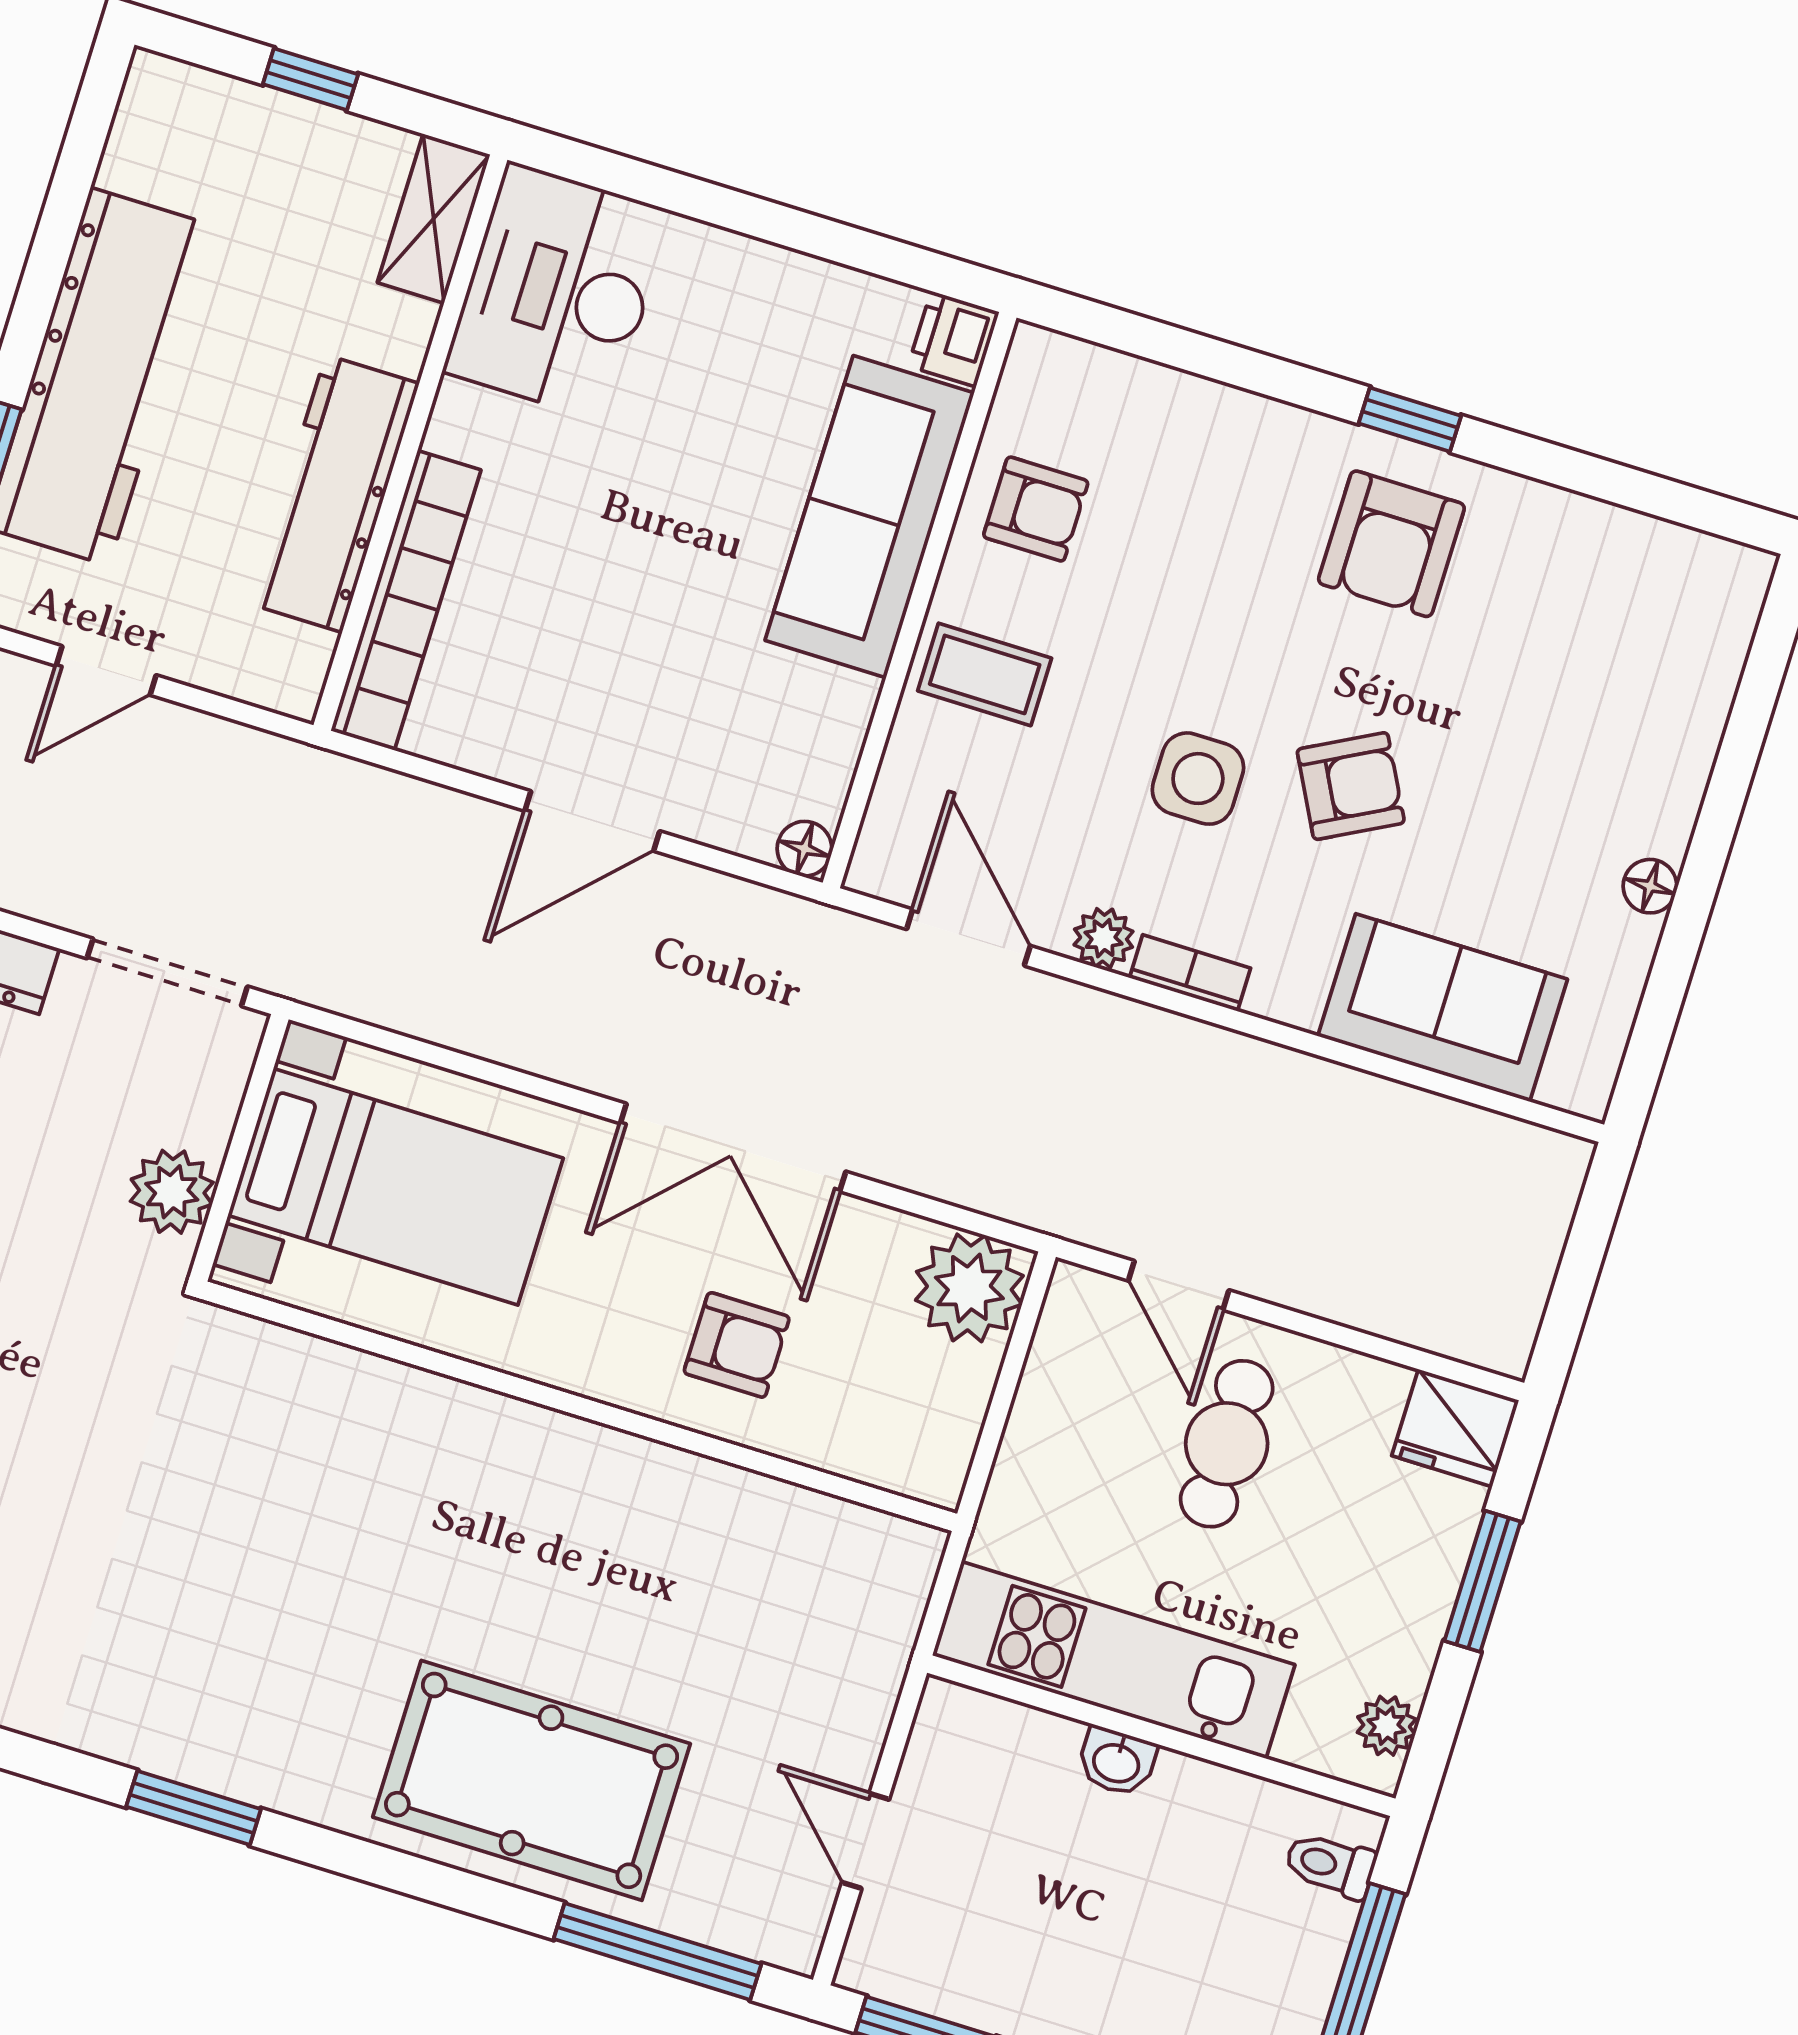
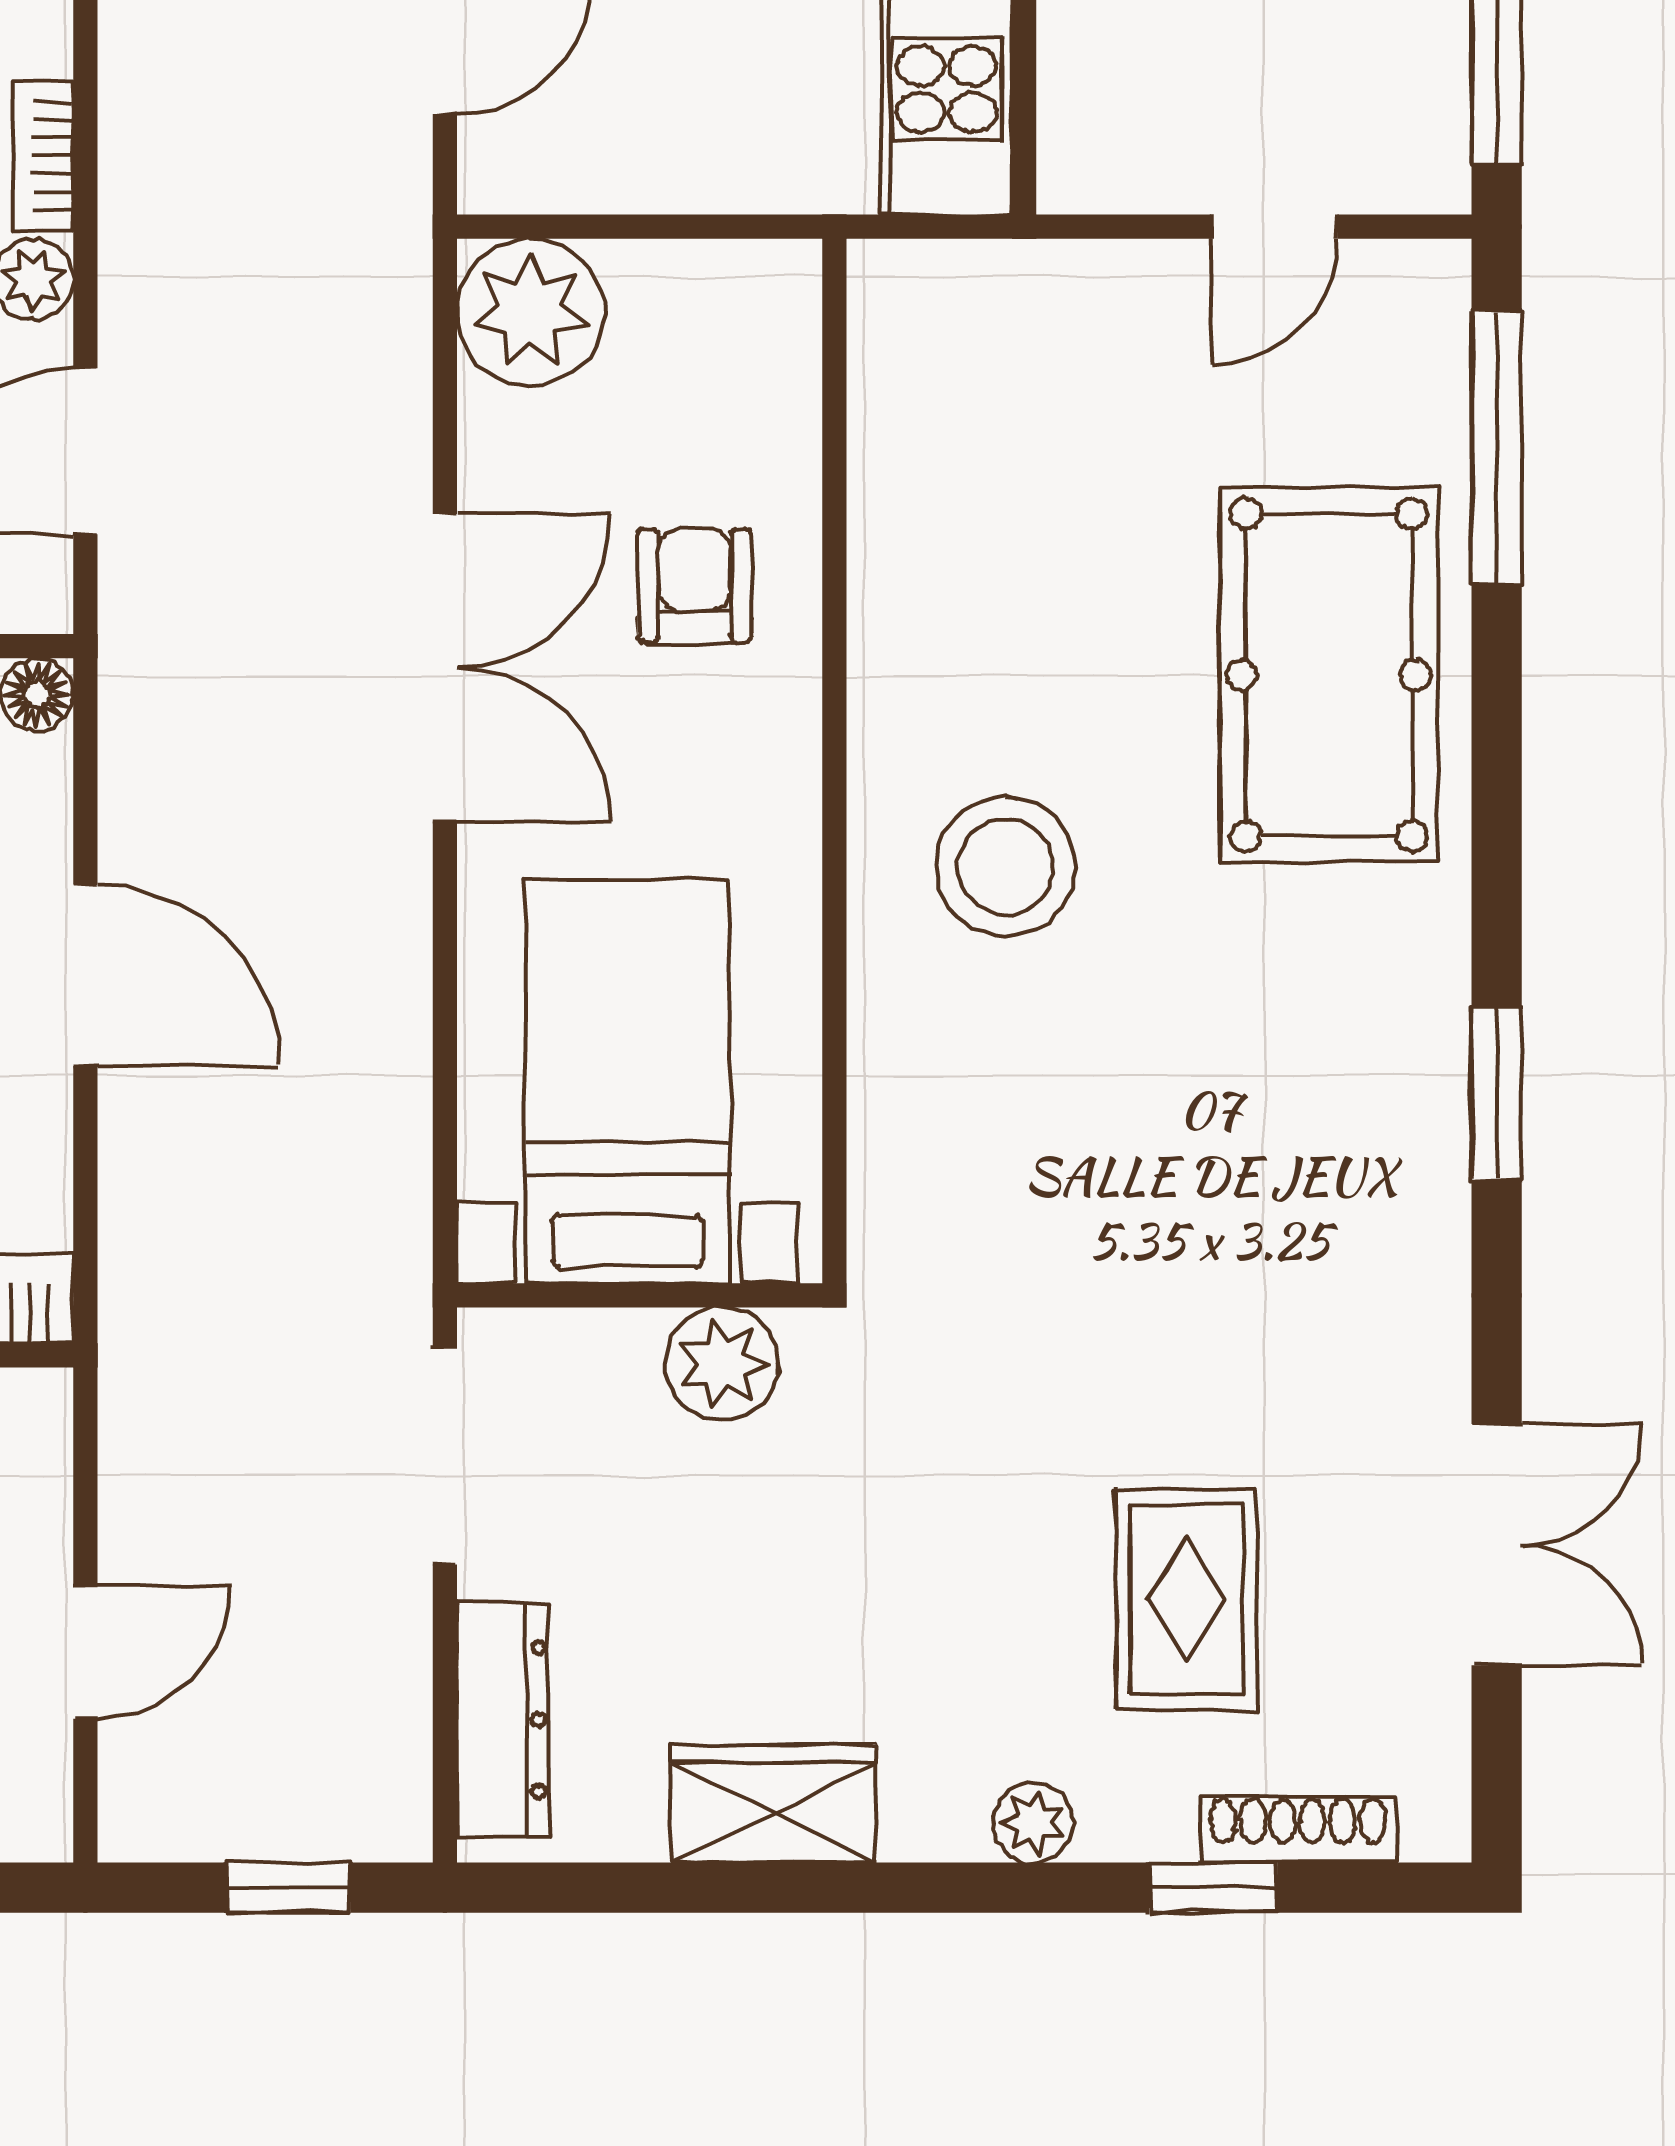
door: (106, 671) -> (85, 1652), hinge flipped
stool: (466, 1506) -> (1005, 867), added

